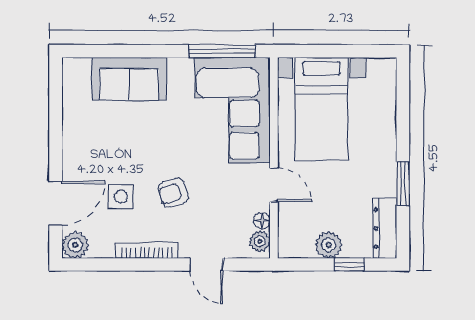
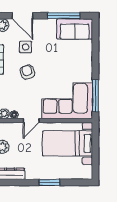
sofa: (129, 79) -> (75, 29), moved, turned -90
window: (56, 117) -> (64, 16), added
window: (403, 184) -> (49, 182), moved

